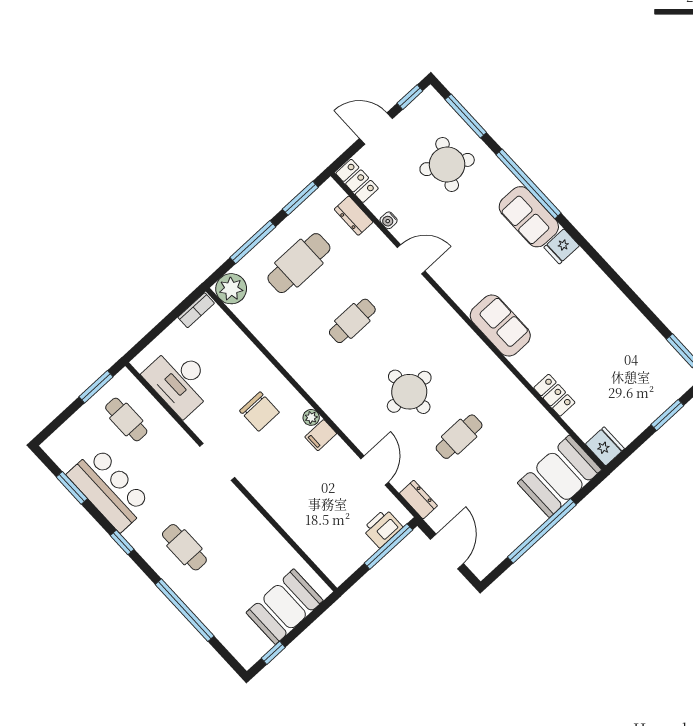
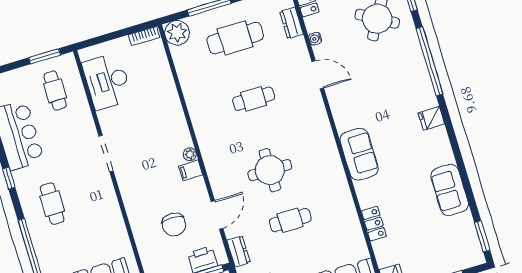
sofa: (529, 217) -> (450, 190), moved
chair: (259, 411) -> (174, 225), moved

